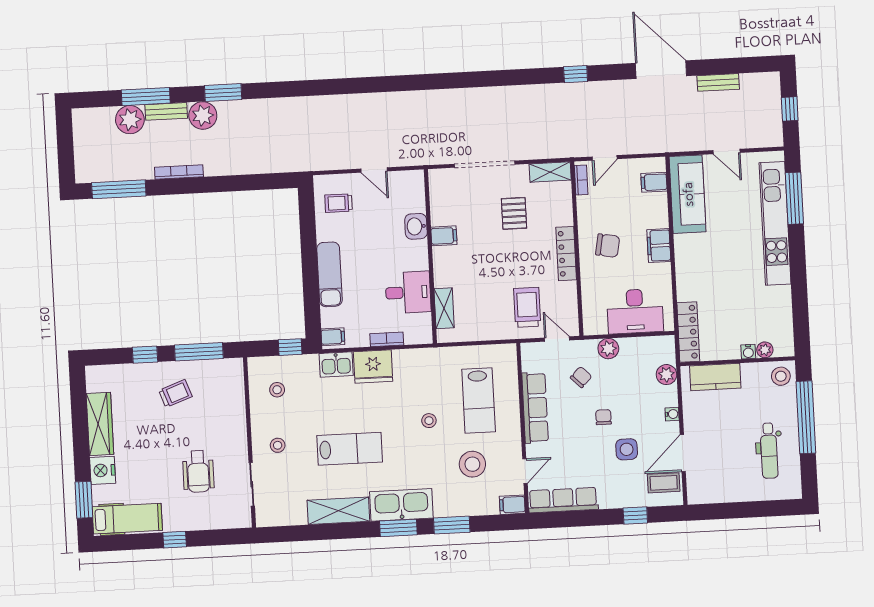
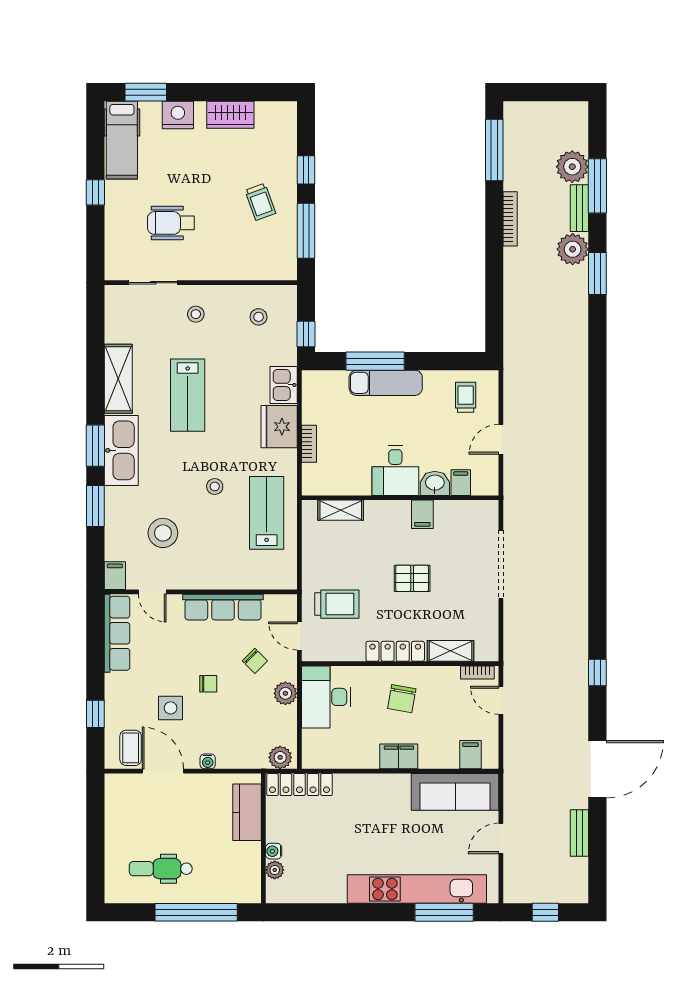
shelving: (550, 172) -> (450, 651), moved, turned 90
pallet: (514, 213) -> (412, 578), moved
window: (311, 285) -> (375, 361), added
desk: (408, 292) -> (395, 471), moved
desk: (635, 311) -> (326, 697), moved
filing cabinet: (333, 337) -> (461, 483), moved, turned 180
door: (557, 339) -> (299, 636), swing flipped
plant: (666, 375) -> (280, 757), moved
stool: (781, 376) -> (244, 886), removed
lab bench: (479, 400) -> (267, 513), moved, turned 90
wardrobe: (100, 424) -> (230, 115), width x0.67

